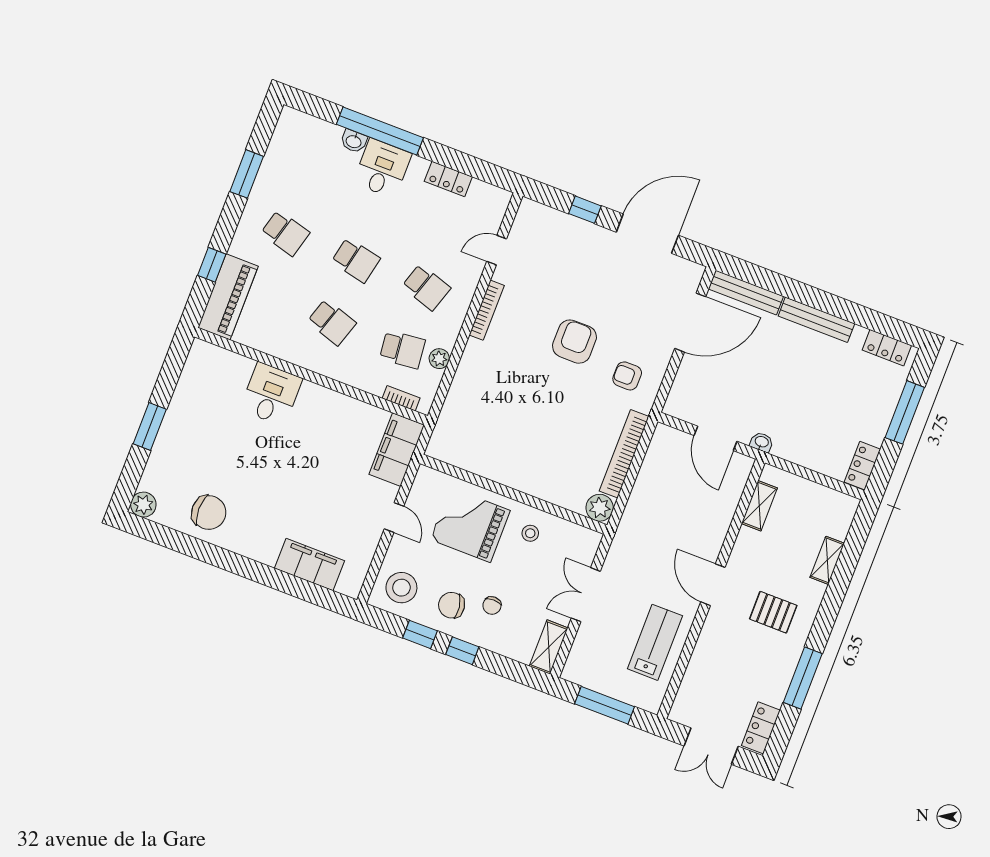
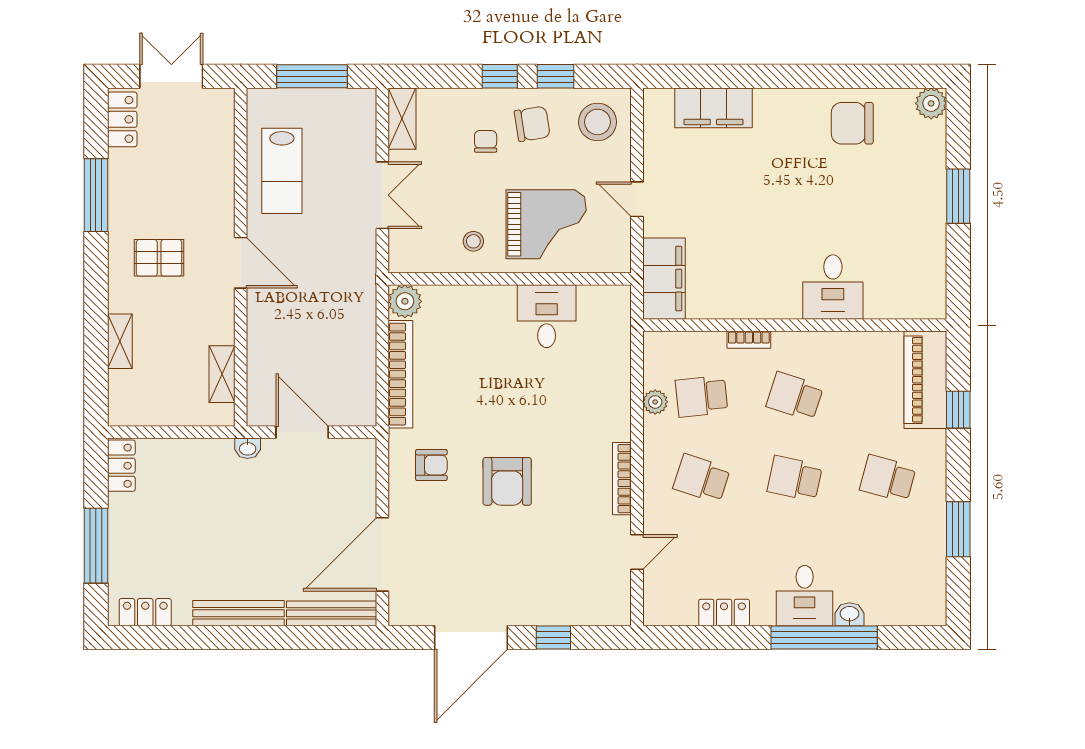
bookcase: (401, 398) -> (749, 340), moved
desk: (497, 455) -> (547, 316), added

